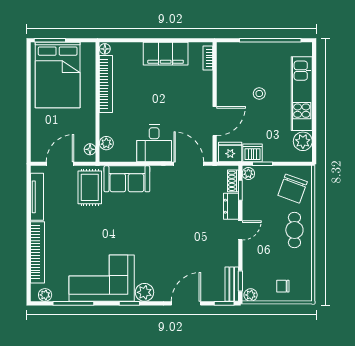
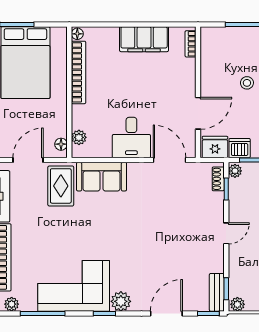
dresser: (231, 206) -> (216, 207), removed

